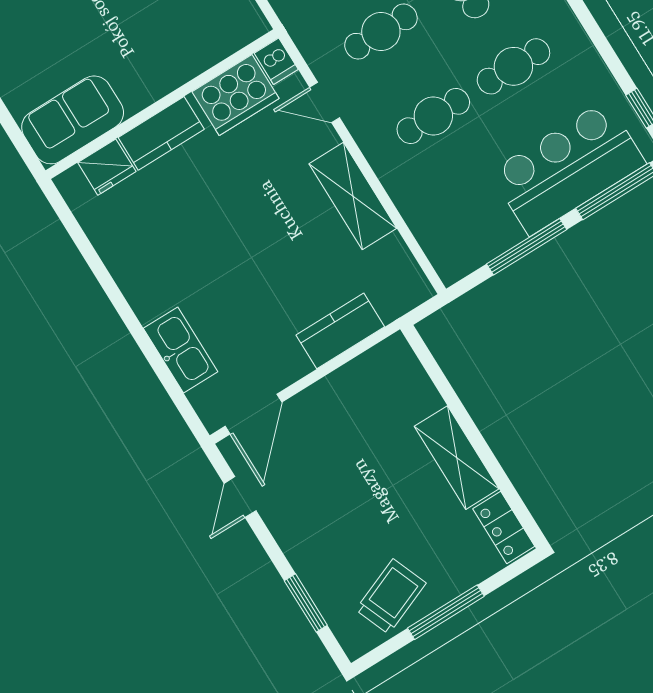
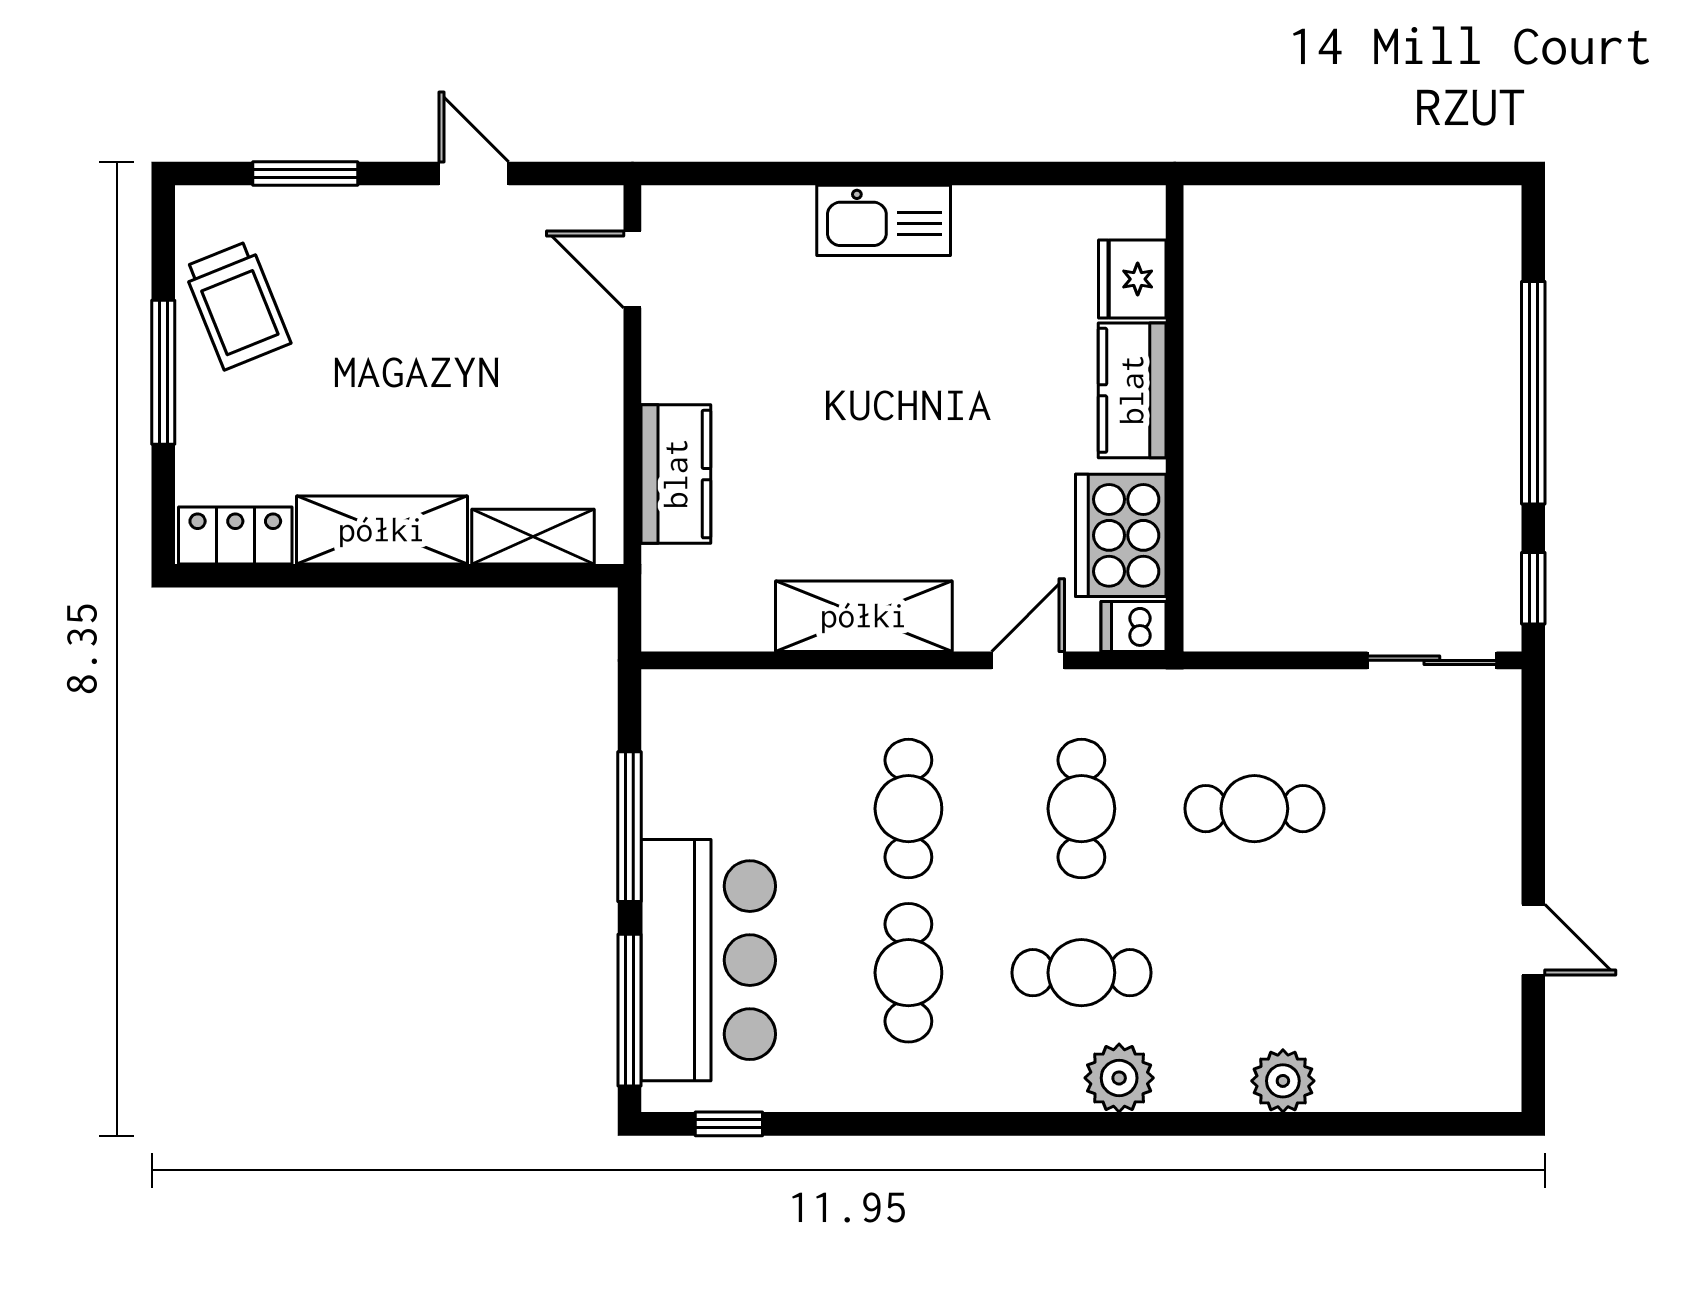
sofa: (73, 120) -> (1233, 272), removed
kitchen sink: (181, 350) -> (884, 220), moved
shelving: (414, 382) -> (533, 537), added
door: (253, 414) -> (632, 269), width x0.73
door: (240, 497) -> (474, 174), moved

